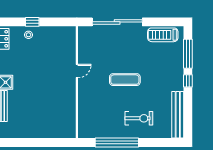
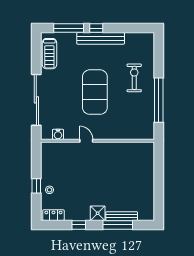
water cooler: (83, 43) -> (58, 134), added
exercise mat: (125, 80) -> (95, 92), width x2.00, depth x1.45
bench: (178, 115) -> (101, 38), moved

